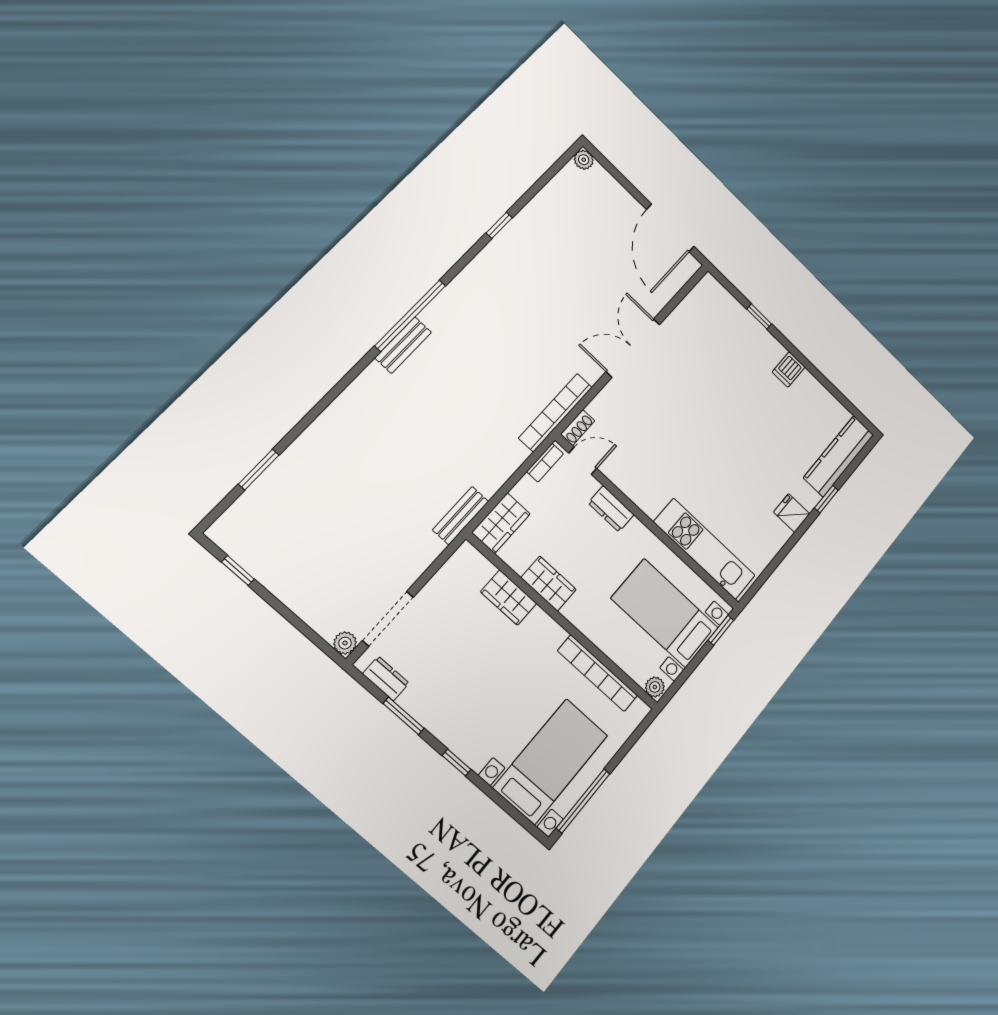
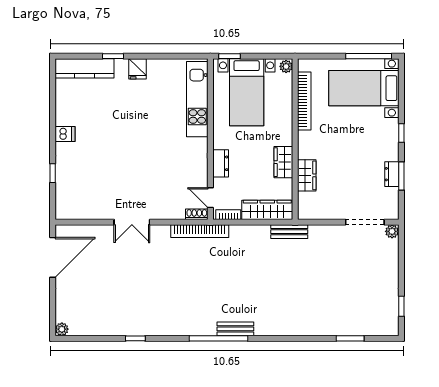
double door: (633, 348) -> (132, 222), width x0.73
wardrobe: (501, 523) -> (267, 210), width x1.50
dresser: (386, 679) -> (392, 174), moved

